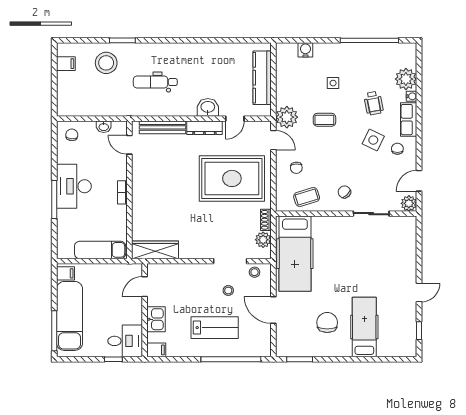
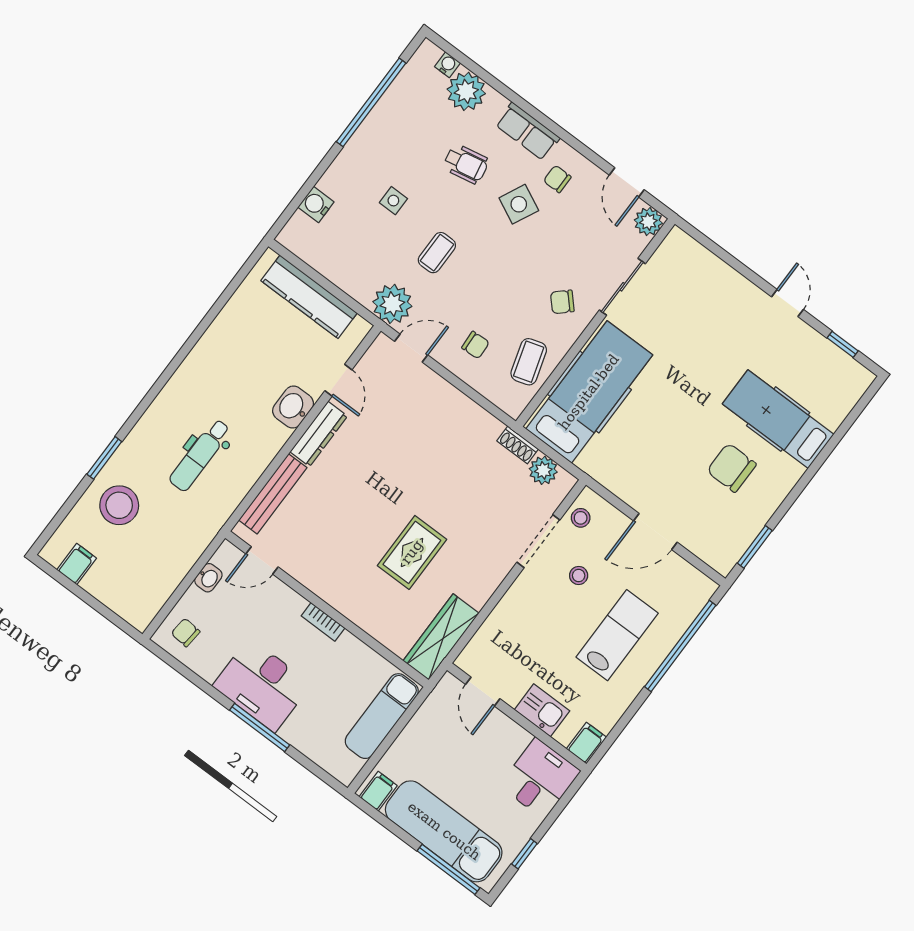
water cooler: (412, 96) -> (447, 65), moved
rug: (232, 178) -> (412, 552), moved, width x0.54, depth x0.49
hospital bed: (295, 254) -> (589, 392), moved, turned -90
window: (113, 359) -> (524, 854), moved

